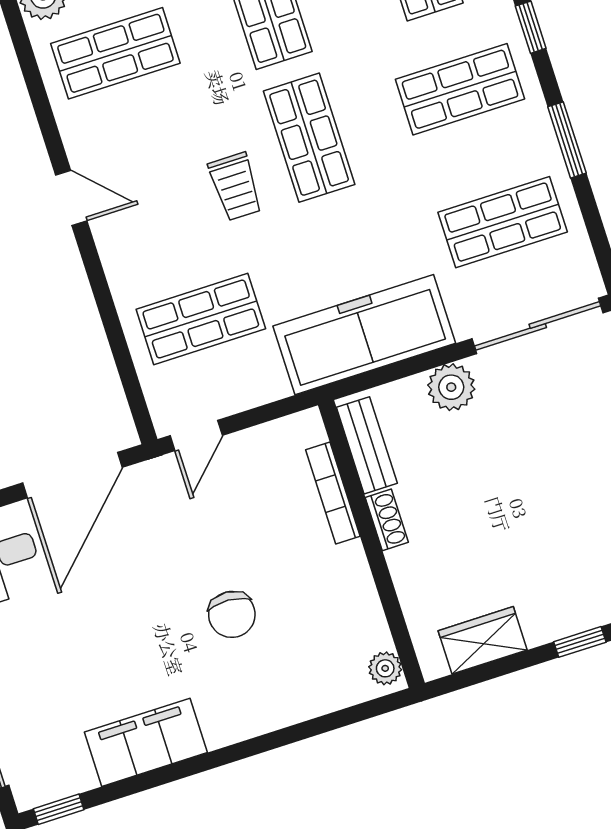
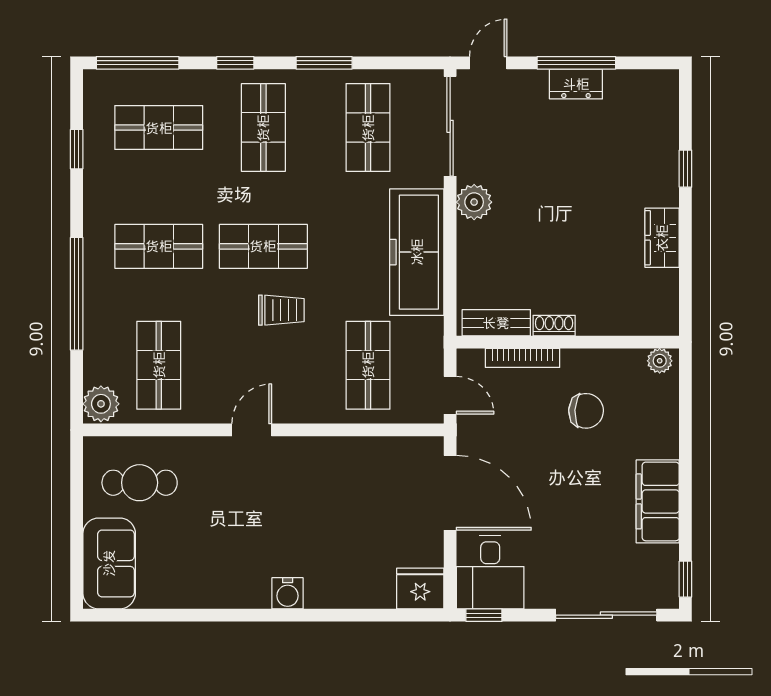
bench: (367, 445) -> (496, 323), moved
bookcase: (333, 493) -> (522, 358), moved
shoe rack: (387, 520) -> (554, 326), moved
wall: (371, 544) -> (568, 342), moved
plant: (385, 668) -> (660, 361), moved

